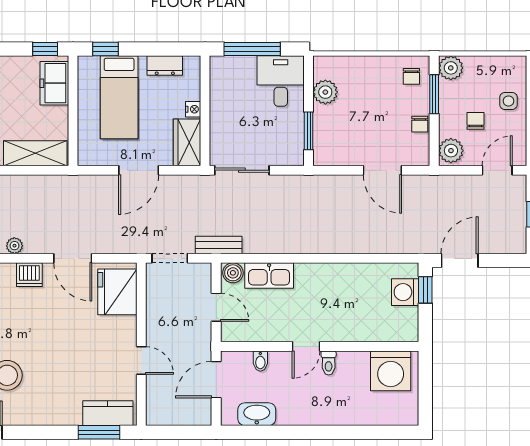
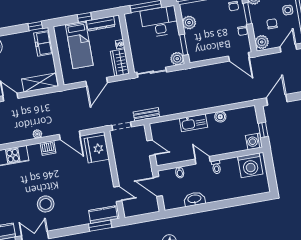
window: (106, 49) -> (85, 17), moved
dresser: (165, 66) -> (101, 24), width x1.44
desk: (281, 81) -> (159, 22), width x1.37
plant: (292, 154) -> (177, 59), added
door: (382, 170) -> (239, 57), moved
boiler: (233, 273) -> (220, 117), moved
kitchen sink: (269, 275) -> (193, 123), moved
window: (425, 290) -> (263, 130), moved
washing machine: (405, 292) -> (254, 141), moved
door: (306, 346) -> (203, 160), swing flipped
door: (141, 360) -> (118, 194), moved
door: (216, 380) -> (158, 187), hinge flipped
washbasin: (257, 414) -> (194, 199), moved

